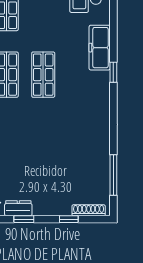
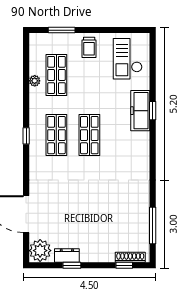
window: (113, 72) -> (153, 111), moved
window: (69, 219) -> (124, 265), moved

